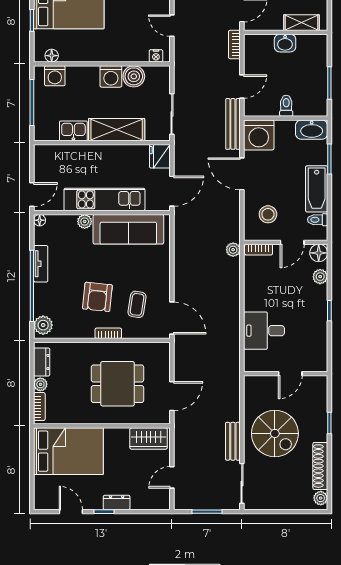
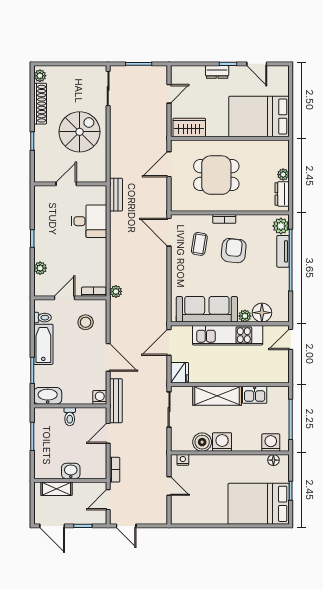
washing machine: (259, 135) -> (100, 397), width x0.53, depth x0.53
floor lamp: (40, 220) -> (262, 313), moved, width x1.89, depth x1.89
floor lamp: (319, 253) -> (41, 289), removed
tv unit: (41, 264) -> (283, 251), moved
bookcase: (39, 407) -> (284, 155), removed
spiral stairs: (275, 433) -> (80, 132), turned 90
bench: (233, 441) -> (116, 195), moved

